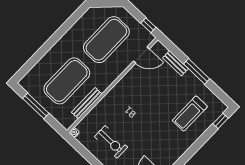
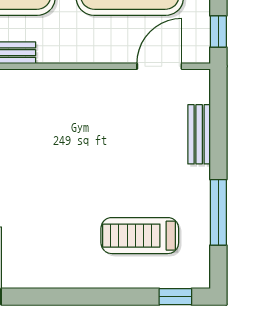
door: (141, 55) -> (159, 66), swing flipped
window: (197, 71) -> (218, 212), moved

